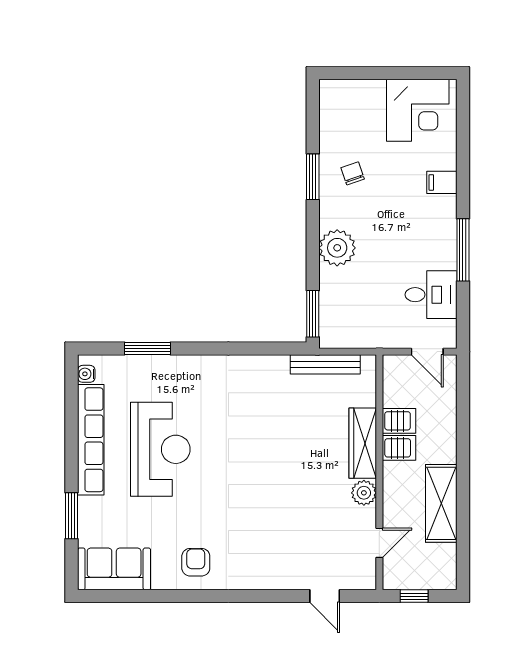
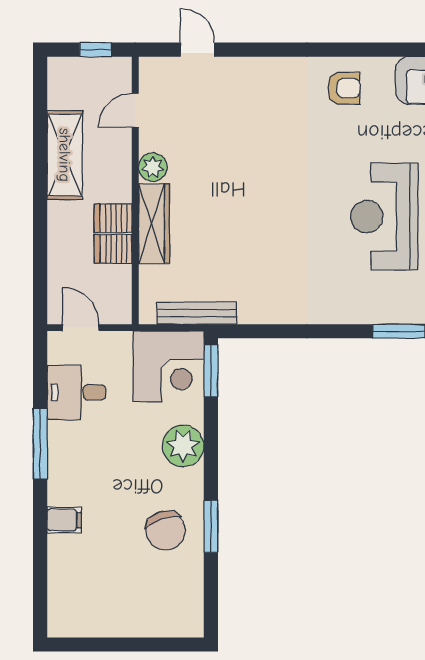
corner desk: (418, 110) -> (169, 366), moved, turned 180
chair: (353, 173) -> (166, 530), width x1.87, depth x1.87
armchair: (196, 562) -> (344, 88), turned -90

